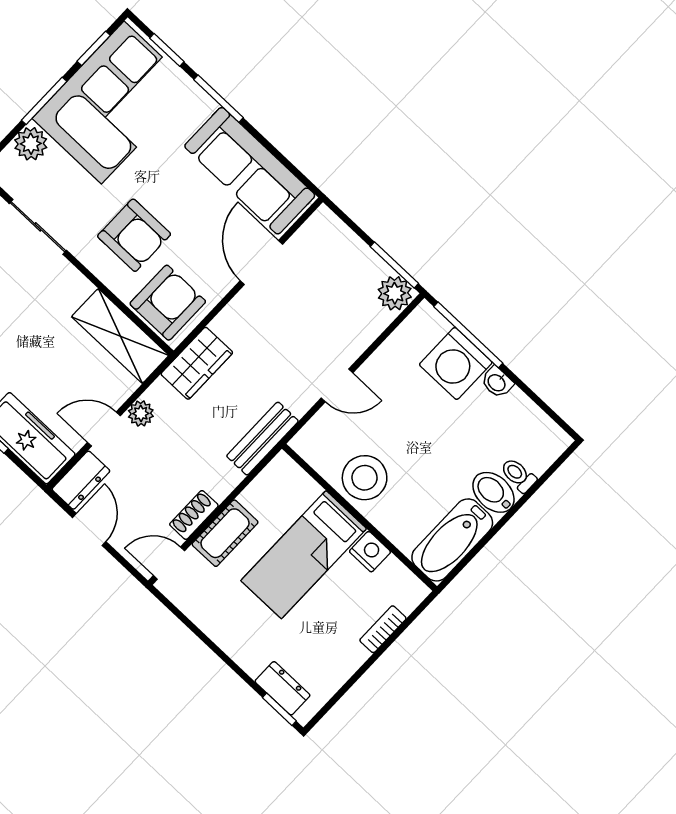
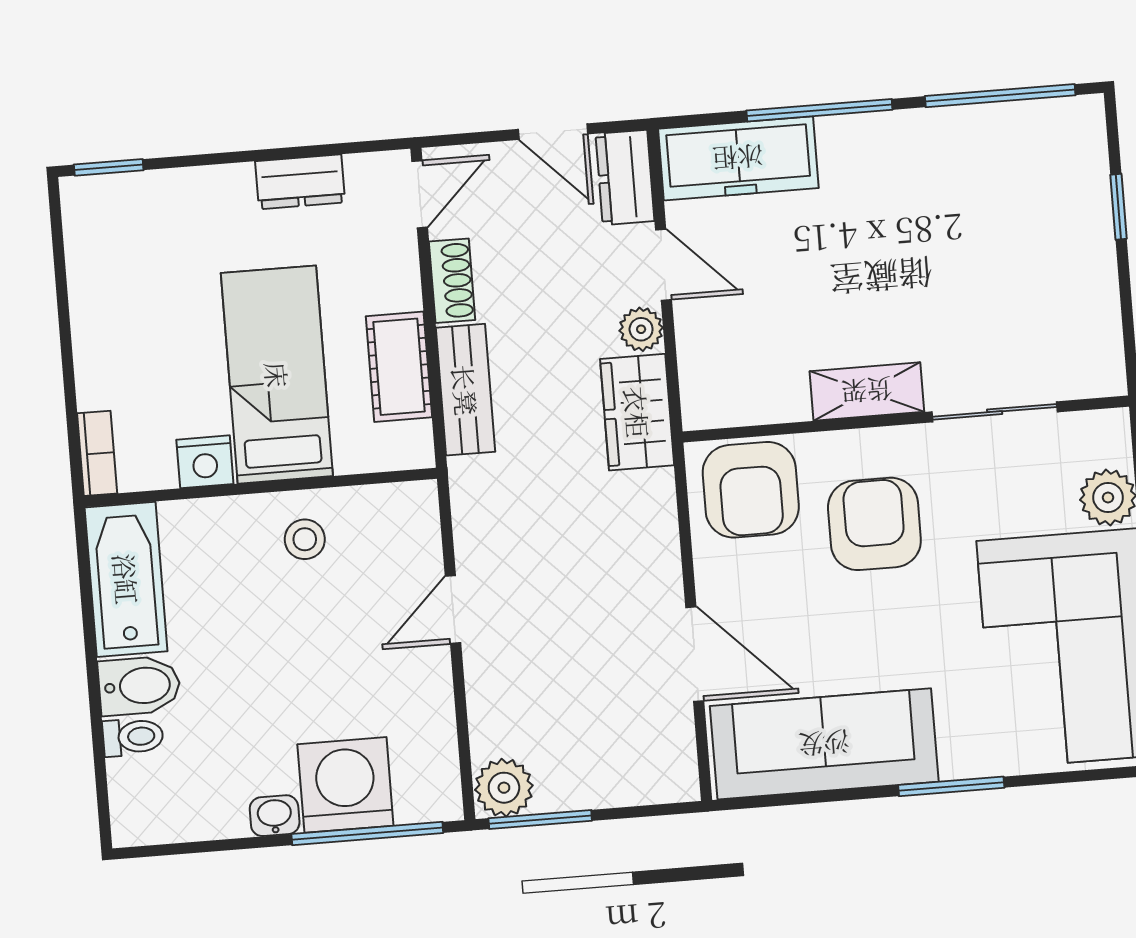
window: (167, 50) -> (1072, 777), removed
armchair: (134, 235) -> (874, 524), turned 90
shelving: (120, 336) -> (867, 391), moved, width x0.67, depth x0.75
wardrobe: (197, 363) -> (637, 412), moved
door: (104, 429) -> (663, 265), hinge flipped
bench: (262, 439) -> (465, 390), moved
stool: (365, 478) -> (305, 539), width x0.53, depth x0.53
cot: (225, 533) -> (399, 367), moved
bookcase: (383, 629) -> (97, 453), moved
dresser: (283, 688) -> (300, 182), moved

